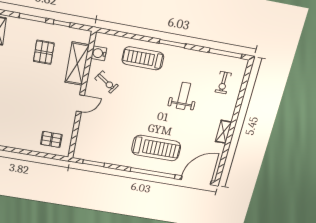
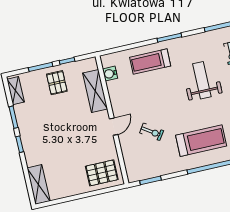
pallet: (44, 52) -> (57, 83), moved
exercise bike: (107, 82) -> (152, 132), moved
weight bench: (183, 96) -> (202, 80), width x1.36, depth x1.33
pallet: (51, 139) -> (102, 173), width x1.50, depth x1.42

